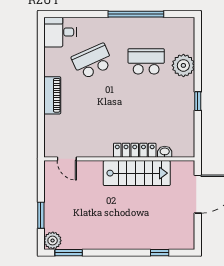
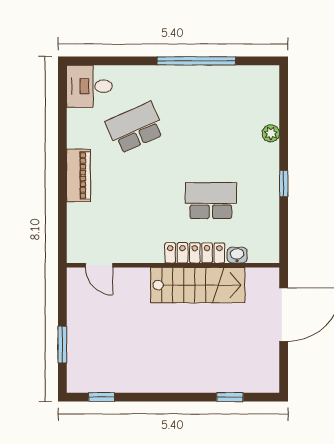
school desk: (146, 61) -> (211, 201), moved
plant: (183, 65) -> (271, 133), width x0.53, depth x0.53
plant: (53, 241) -> (79, 380), removed
window: (69, 253) -> (102, 397), width x0.67

